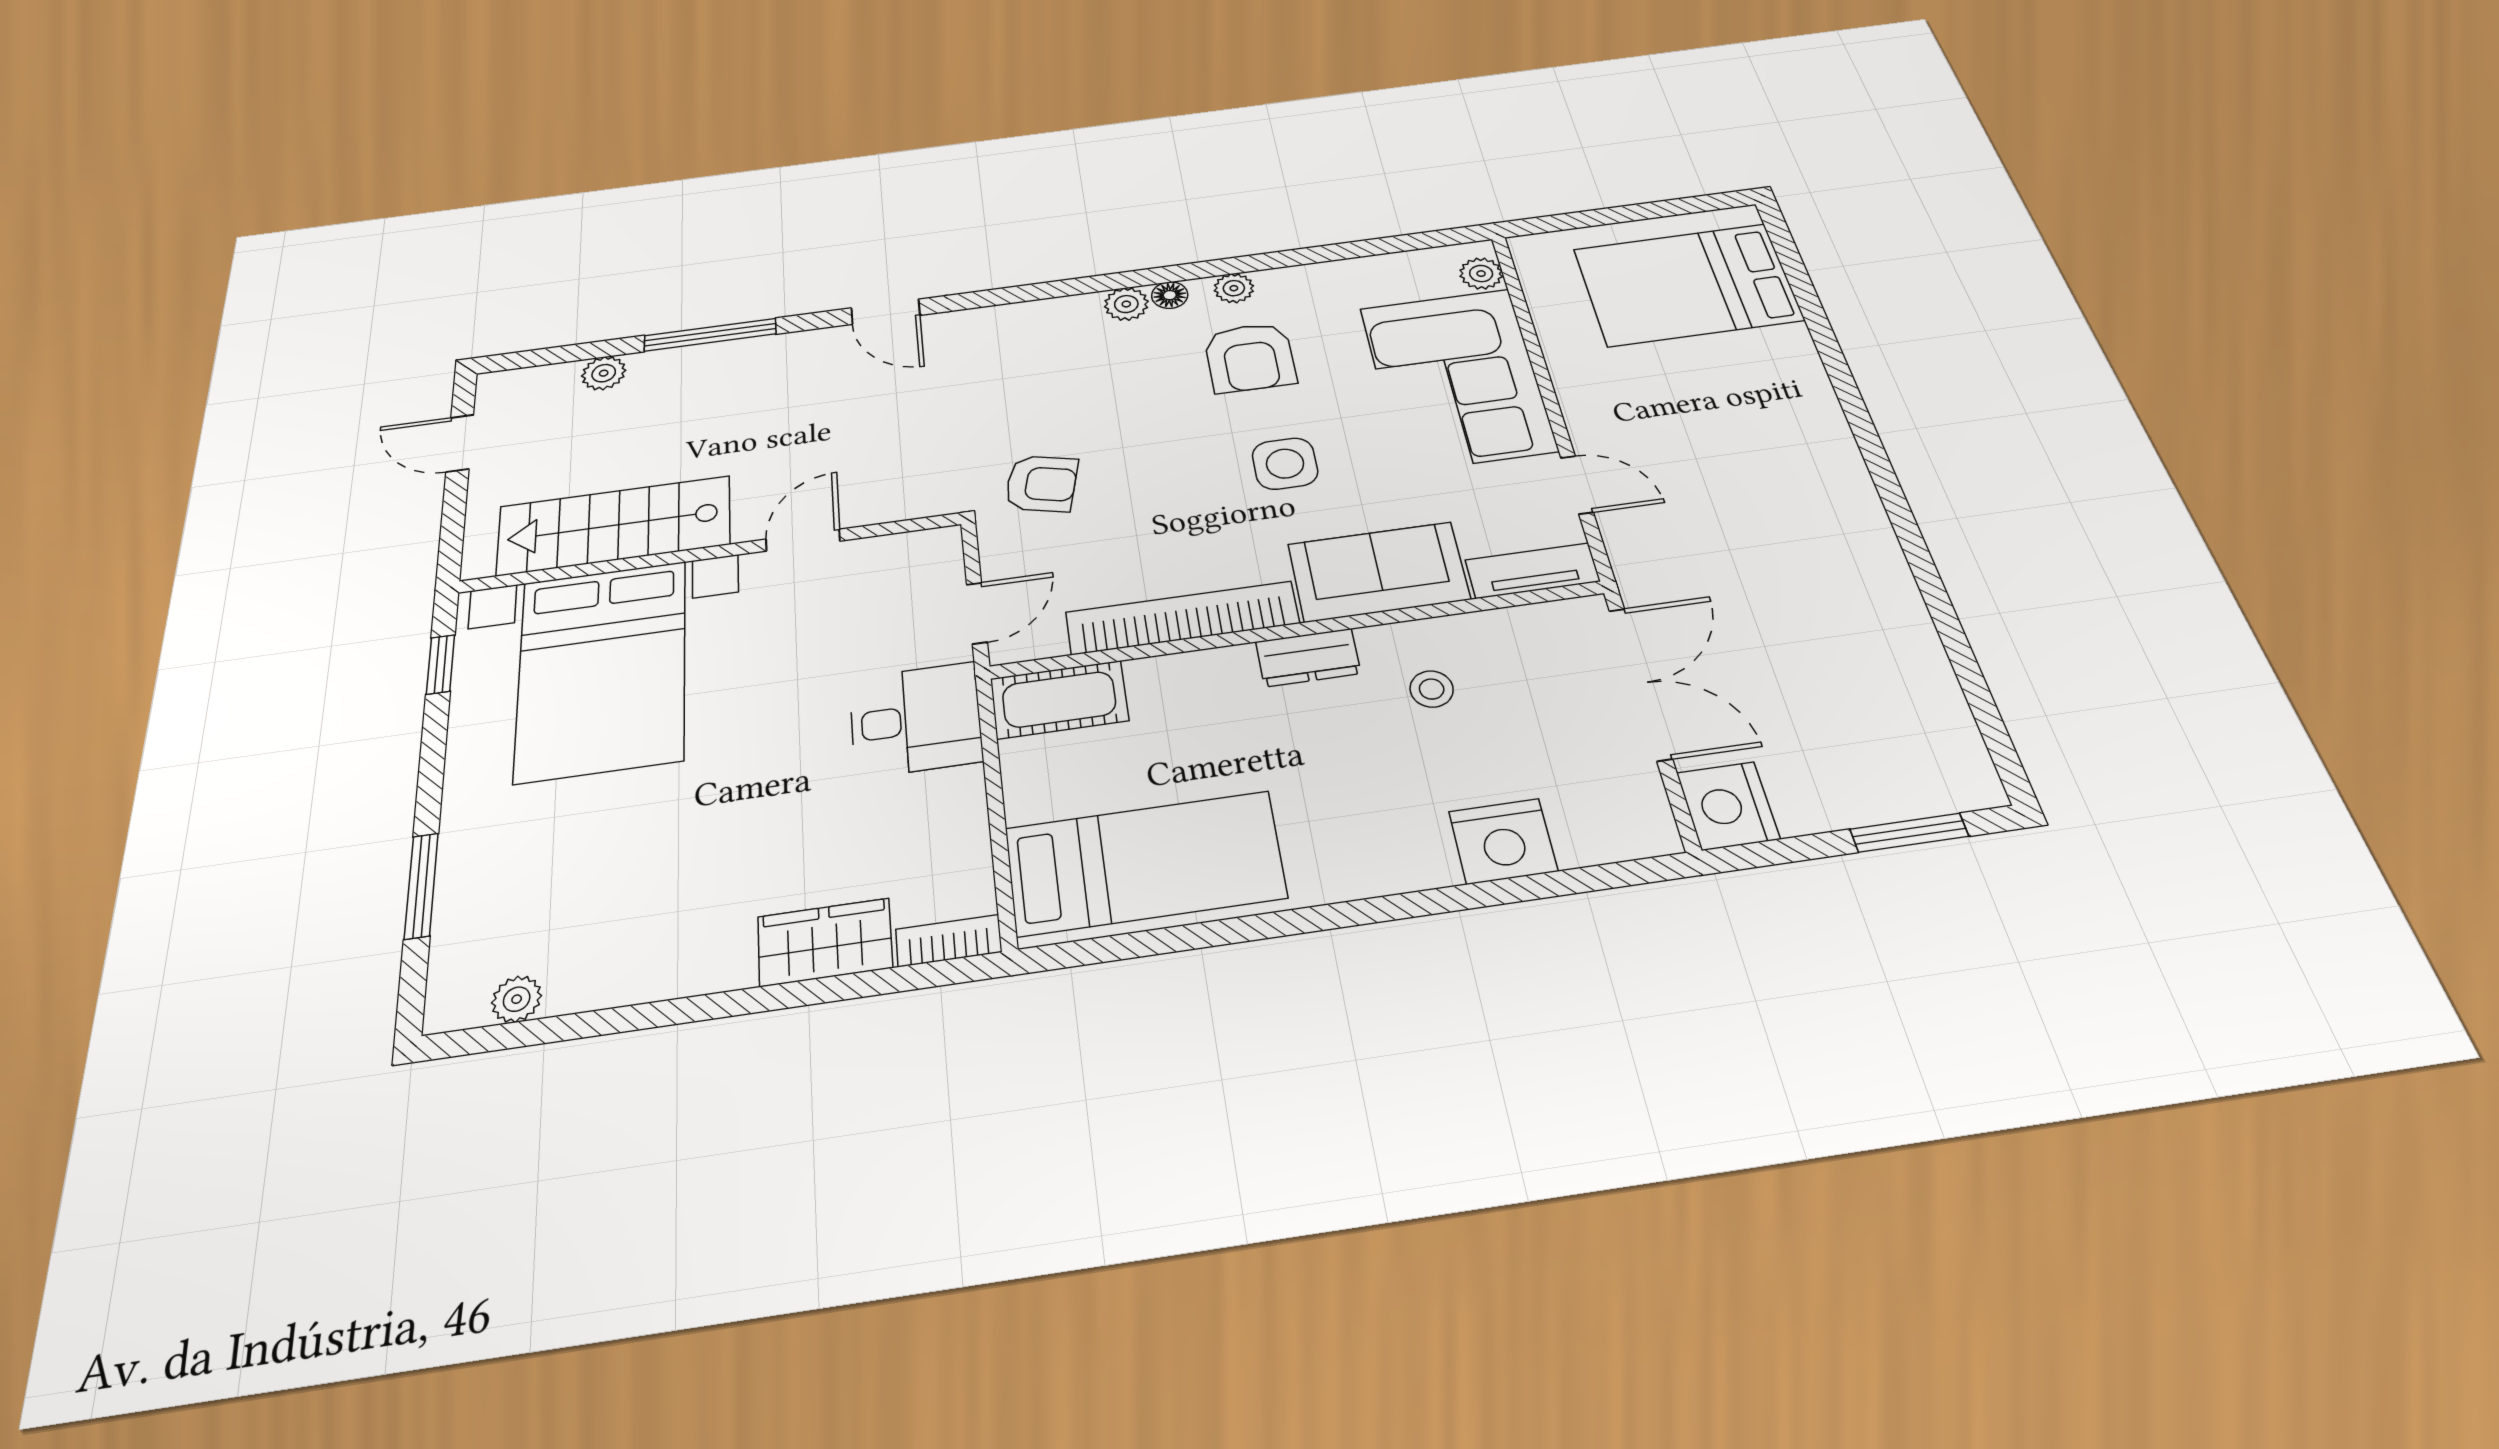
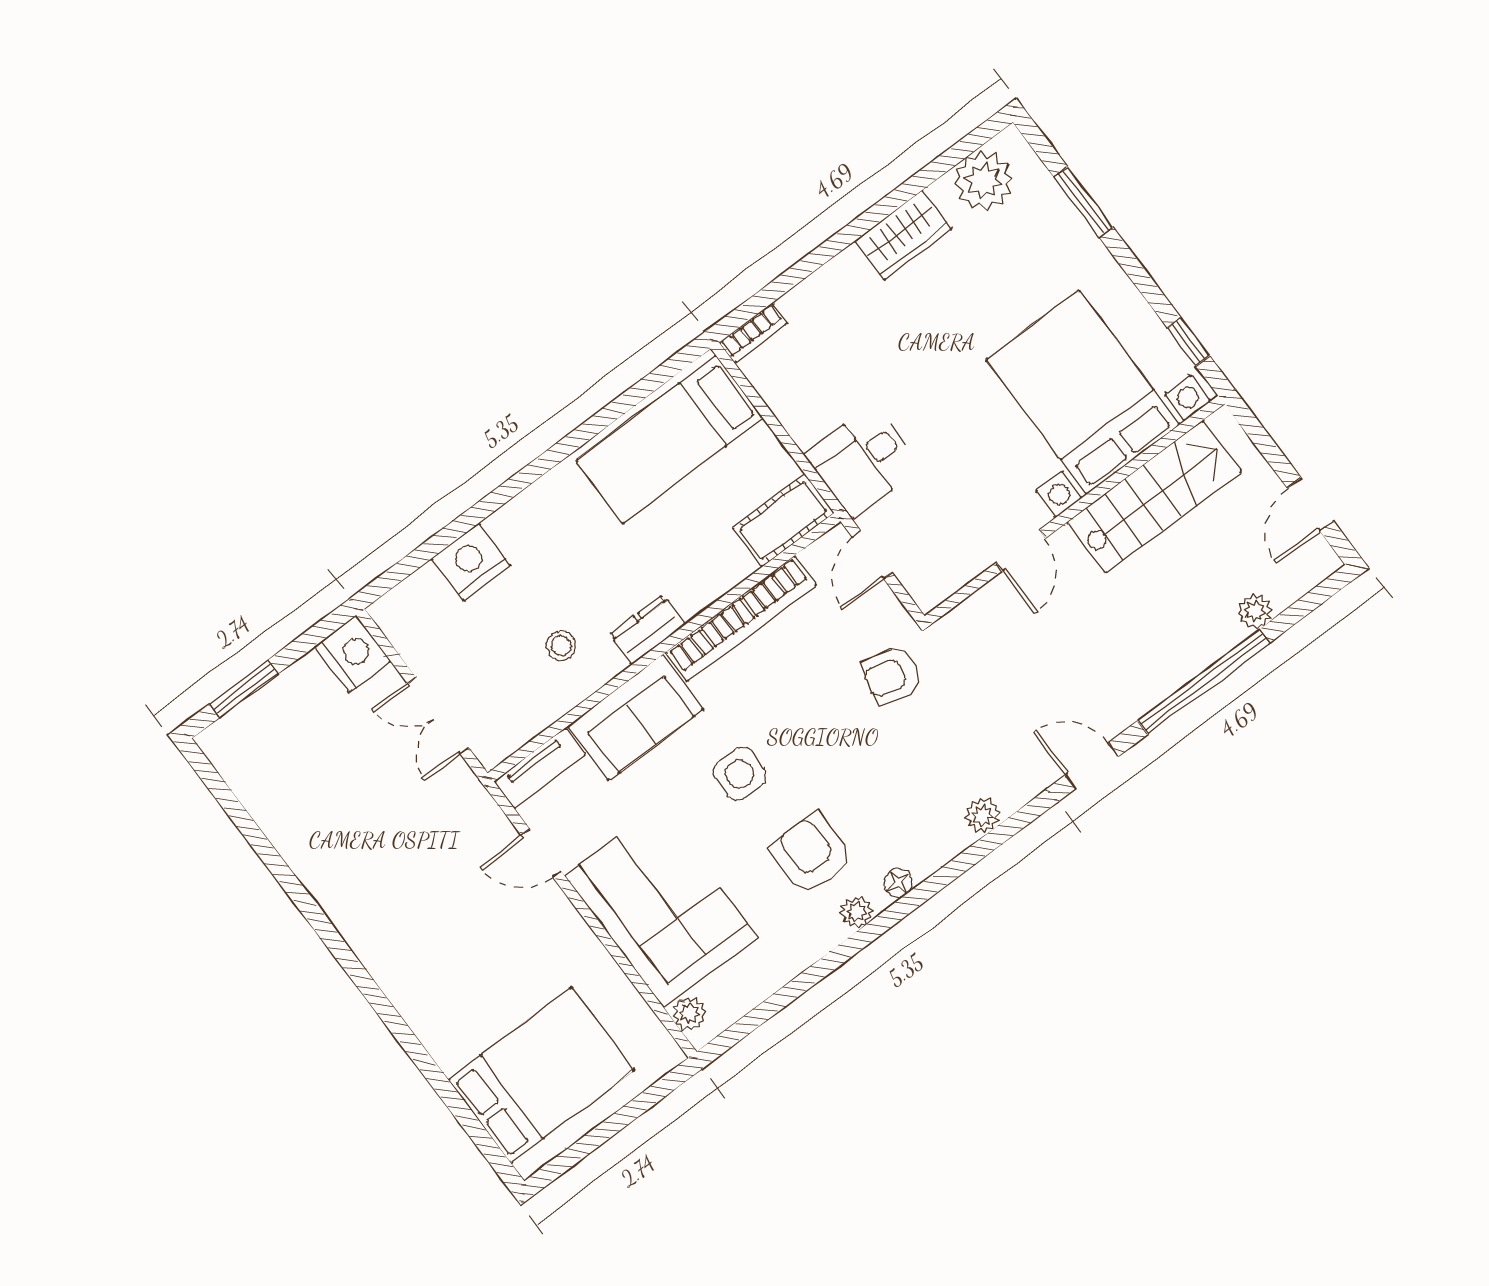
plant: (1126, 304) -> (983, 815), moved
window: (710, 335) -> (1203, 682), width x1.46
door: (460, 443) -> (1310, 504), swing flipped
double door: (1640, 683) -> (438, 715), width x0.73
wardrobe: (825, 942) -> (903, 235), moved
plant: (517, 999) -> (984, 181), width x1.87, depth x1.87

